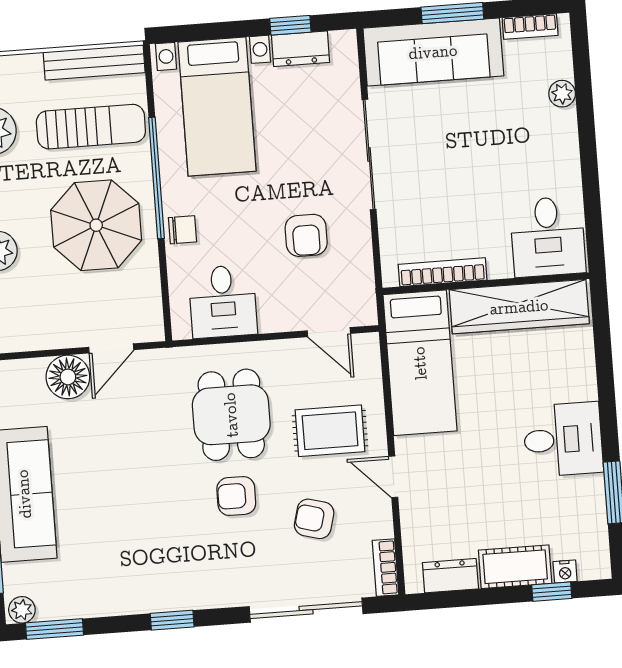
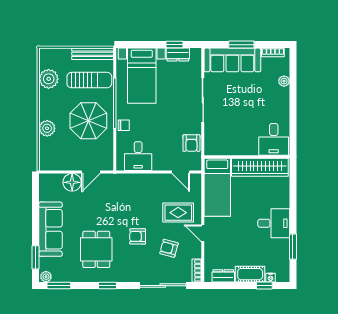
armchair: (306, 235) -> (191, 143), moved
bookcase: (443, 272) -> (229, 151), removed
dining table: (231, 415) -> (96, 249), moved

